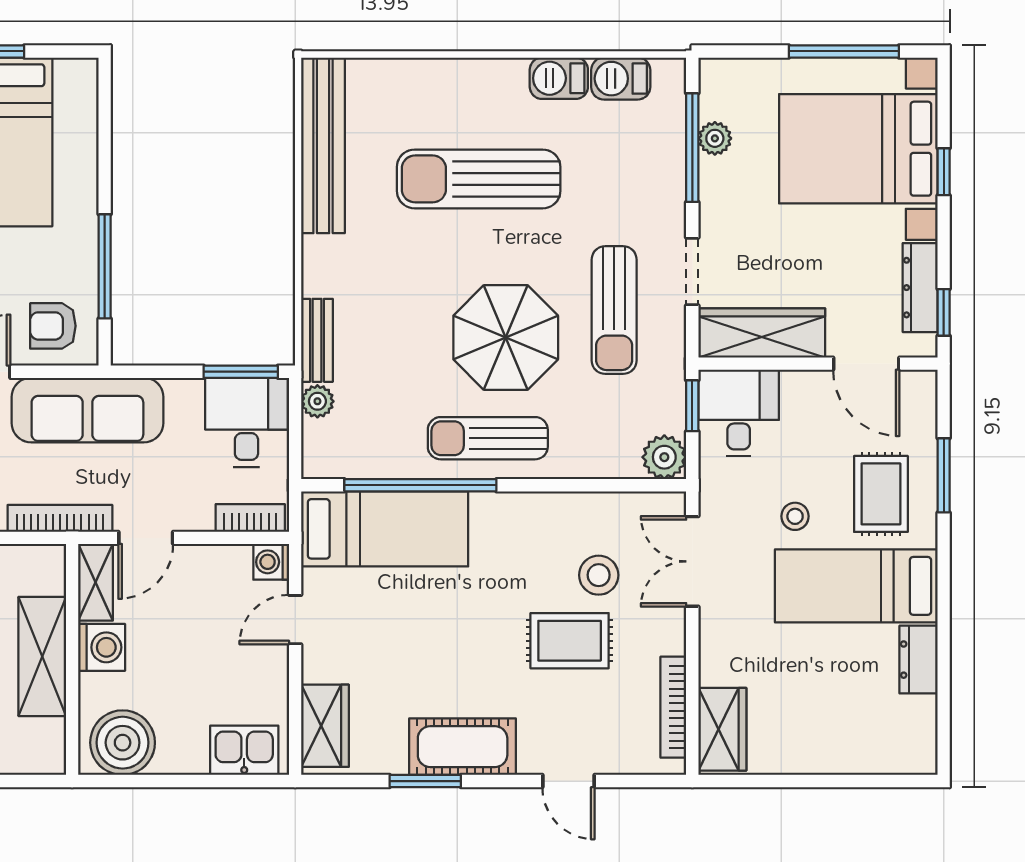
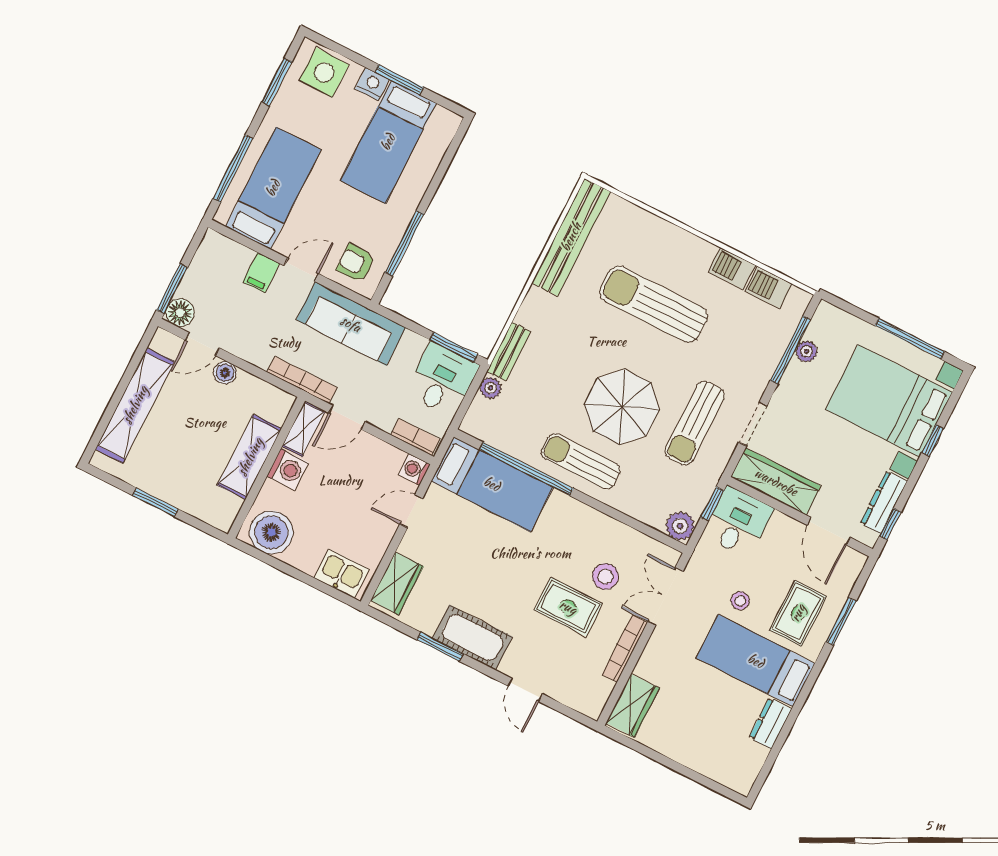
bookcase: (673, 707) -> (625, 648), moved

